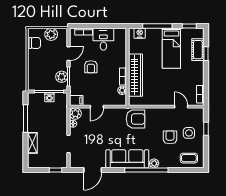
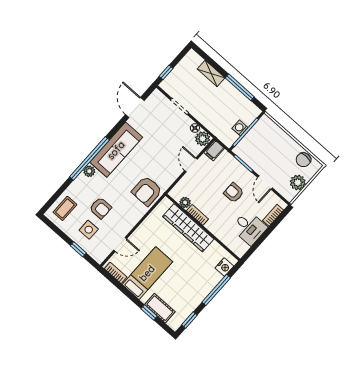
bed: (171, 48) -> (147, 273), moved, turned 90
plant: (62, 77) -> (249, 157), removed

